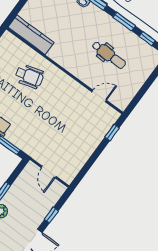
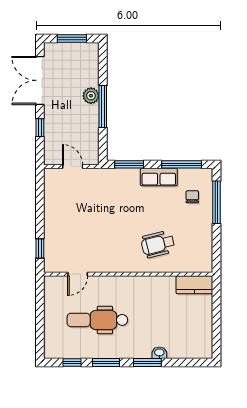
kitchen counter: (31, 35) -> (194, 285), width x0.67
dental chair: (109, 55) -> (97, 320), width x1.36, depth x1.38

